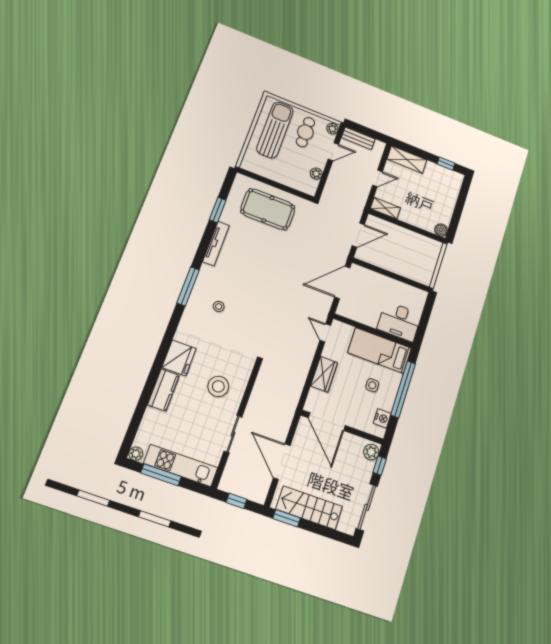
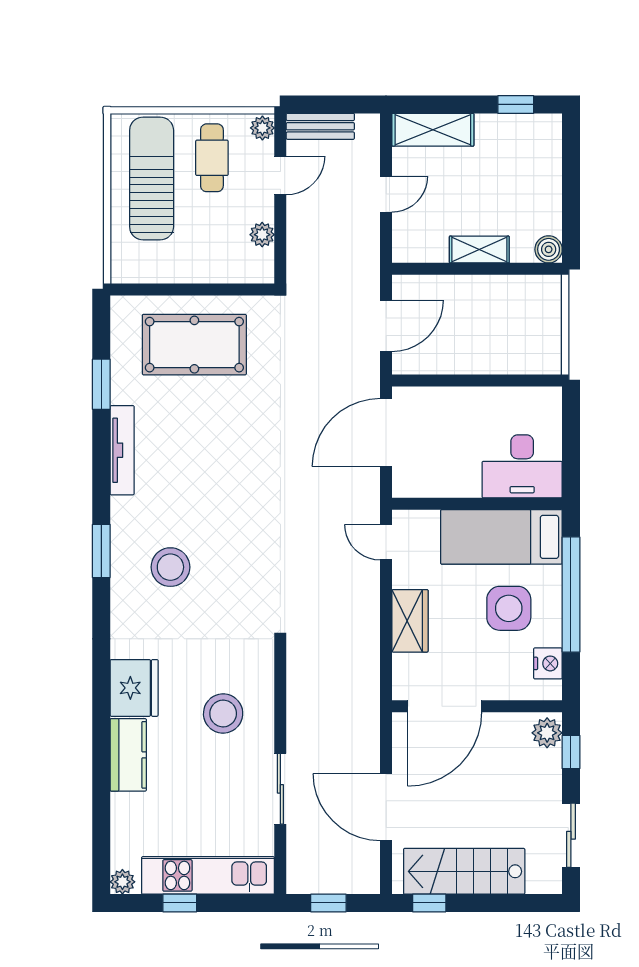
shelving: (385, 208) -> (479, 250), moved
window: (188, 286) -> (101, 551), width x0.69
stool: (219, 306) -> (170, 567), width x1.89, depth x1.89
side table: (372, 385) -> (509, 608), width x1.87, depth x1.87
door: (327, 422) -> (445, 706), hinge flipped
window: (161, 475) -> (180, 903), width x0.46
sliding door: (367, 507) -> (571, 835), width x0.73
window: (287, 518) -> (429, 903), width x0.67

